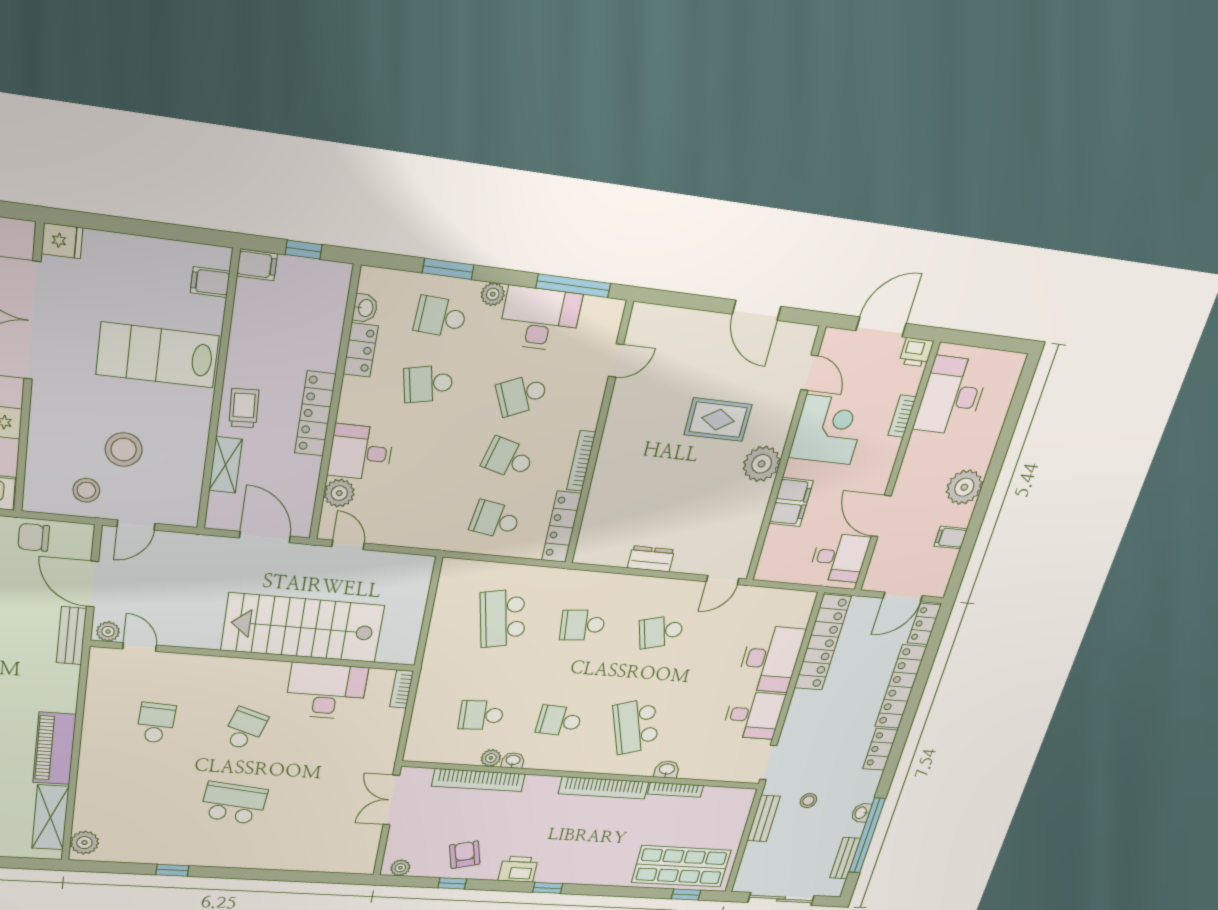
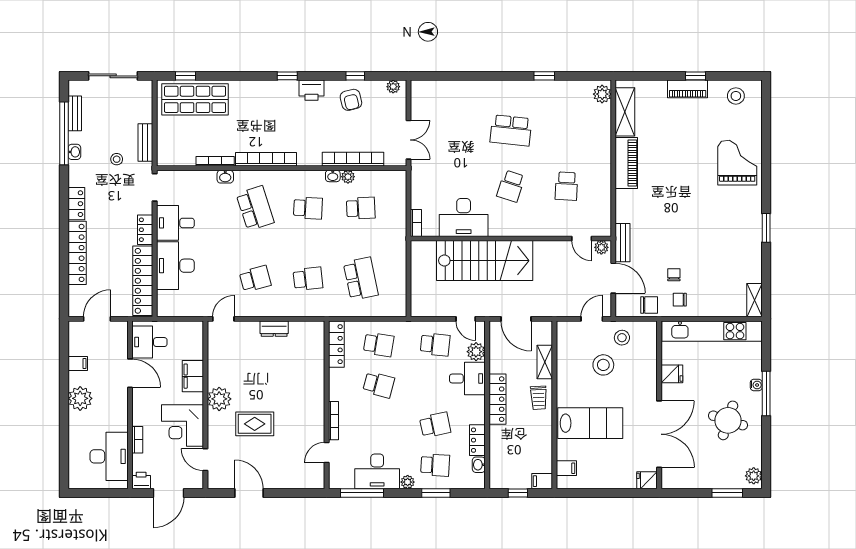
school desk: (522, 395) -> (435, 344), moved, turned 30
bookcase: (581, 461) -> (333, 421), moved
locker: (924, 624) -> (145, 230), moved, turned 180

